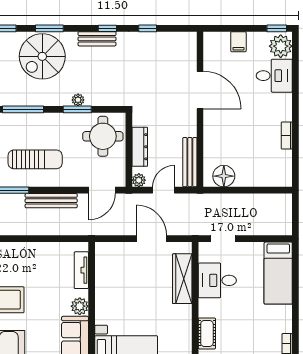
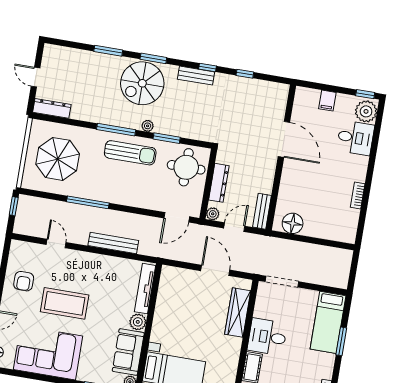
plant: (78, 100) -> (148, 126), moved
sun lounger: (35, 159) -> (130, 153), moved
bench: (190, 162) -> (262, 211), width x0.73
bench: (51, 201) -> (113, 243), moved
doorway: (223, 239) -> (282, 282), width x1.38
tv unit: (81, 270) -> (145, 289), width x1.41
desk: (217, 280) -> (267, 337), moved
window: (295, 291) -> (341, 341), added

